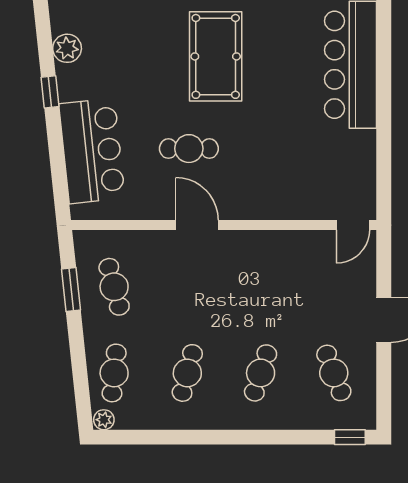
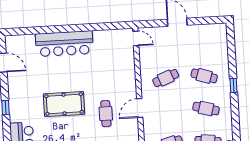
cafe table: (334, 373) -> (166, 78), moved
window: (350, 437) -> (233, 85), moved

